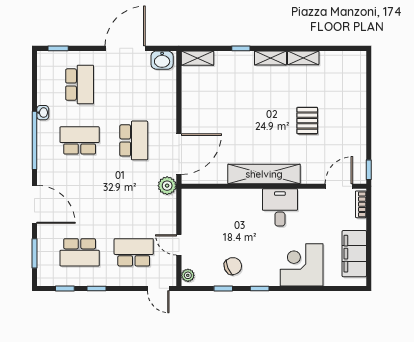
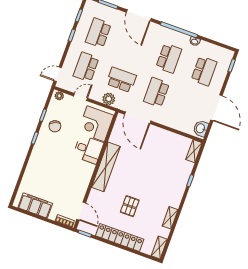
shelving: (270, 58) -> (159, 248), moved
school desk: (80, 85) -> (204, 71), turned -90
locker: (356, 119) -> (120, 237), added
pallet: (307, 121) -> (130, 206), turned 90
school desk: (134, 140) -> (156, 92), turned 90
plant: (167, 186) -> (109, 99), moved
school desk: (134, 196) -> (121, 80), added
door: (34, 204) -> (139, 15), hinge flipped
desk: (280, 207) -> (88, 149), moved
school desk: (134, 252) -> (86, 67), turned 180
corner desk: (302, 265) -> (96, 124), moved, turned 180

